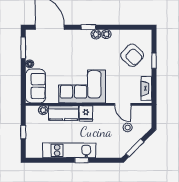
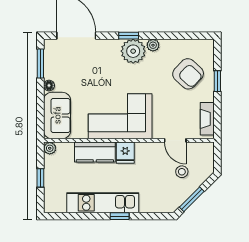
plant: (96, 34) -> (133, 51), width x1.88, depth x1.88
plant: (43, 110) -> (50, 148), moved

